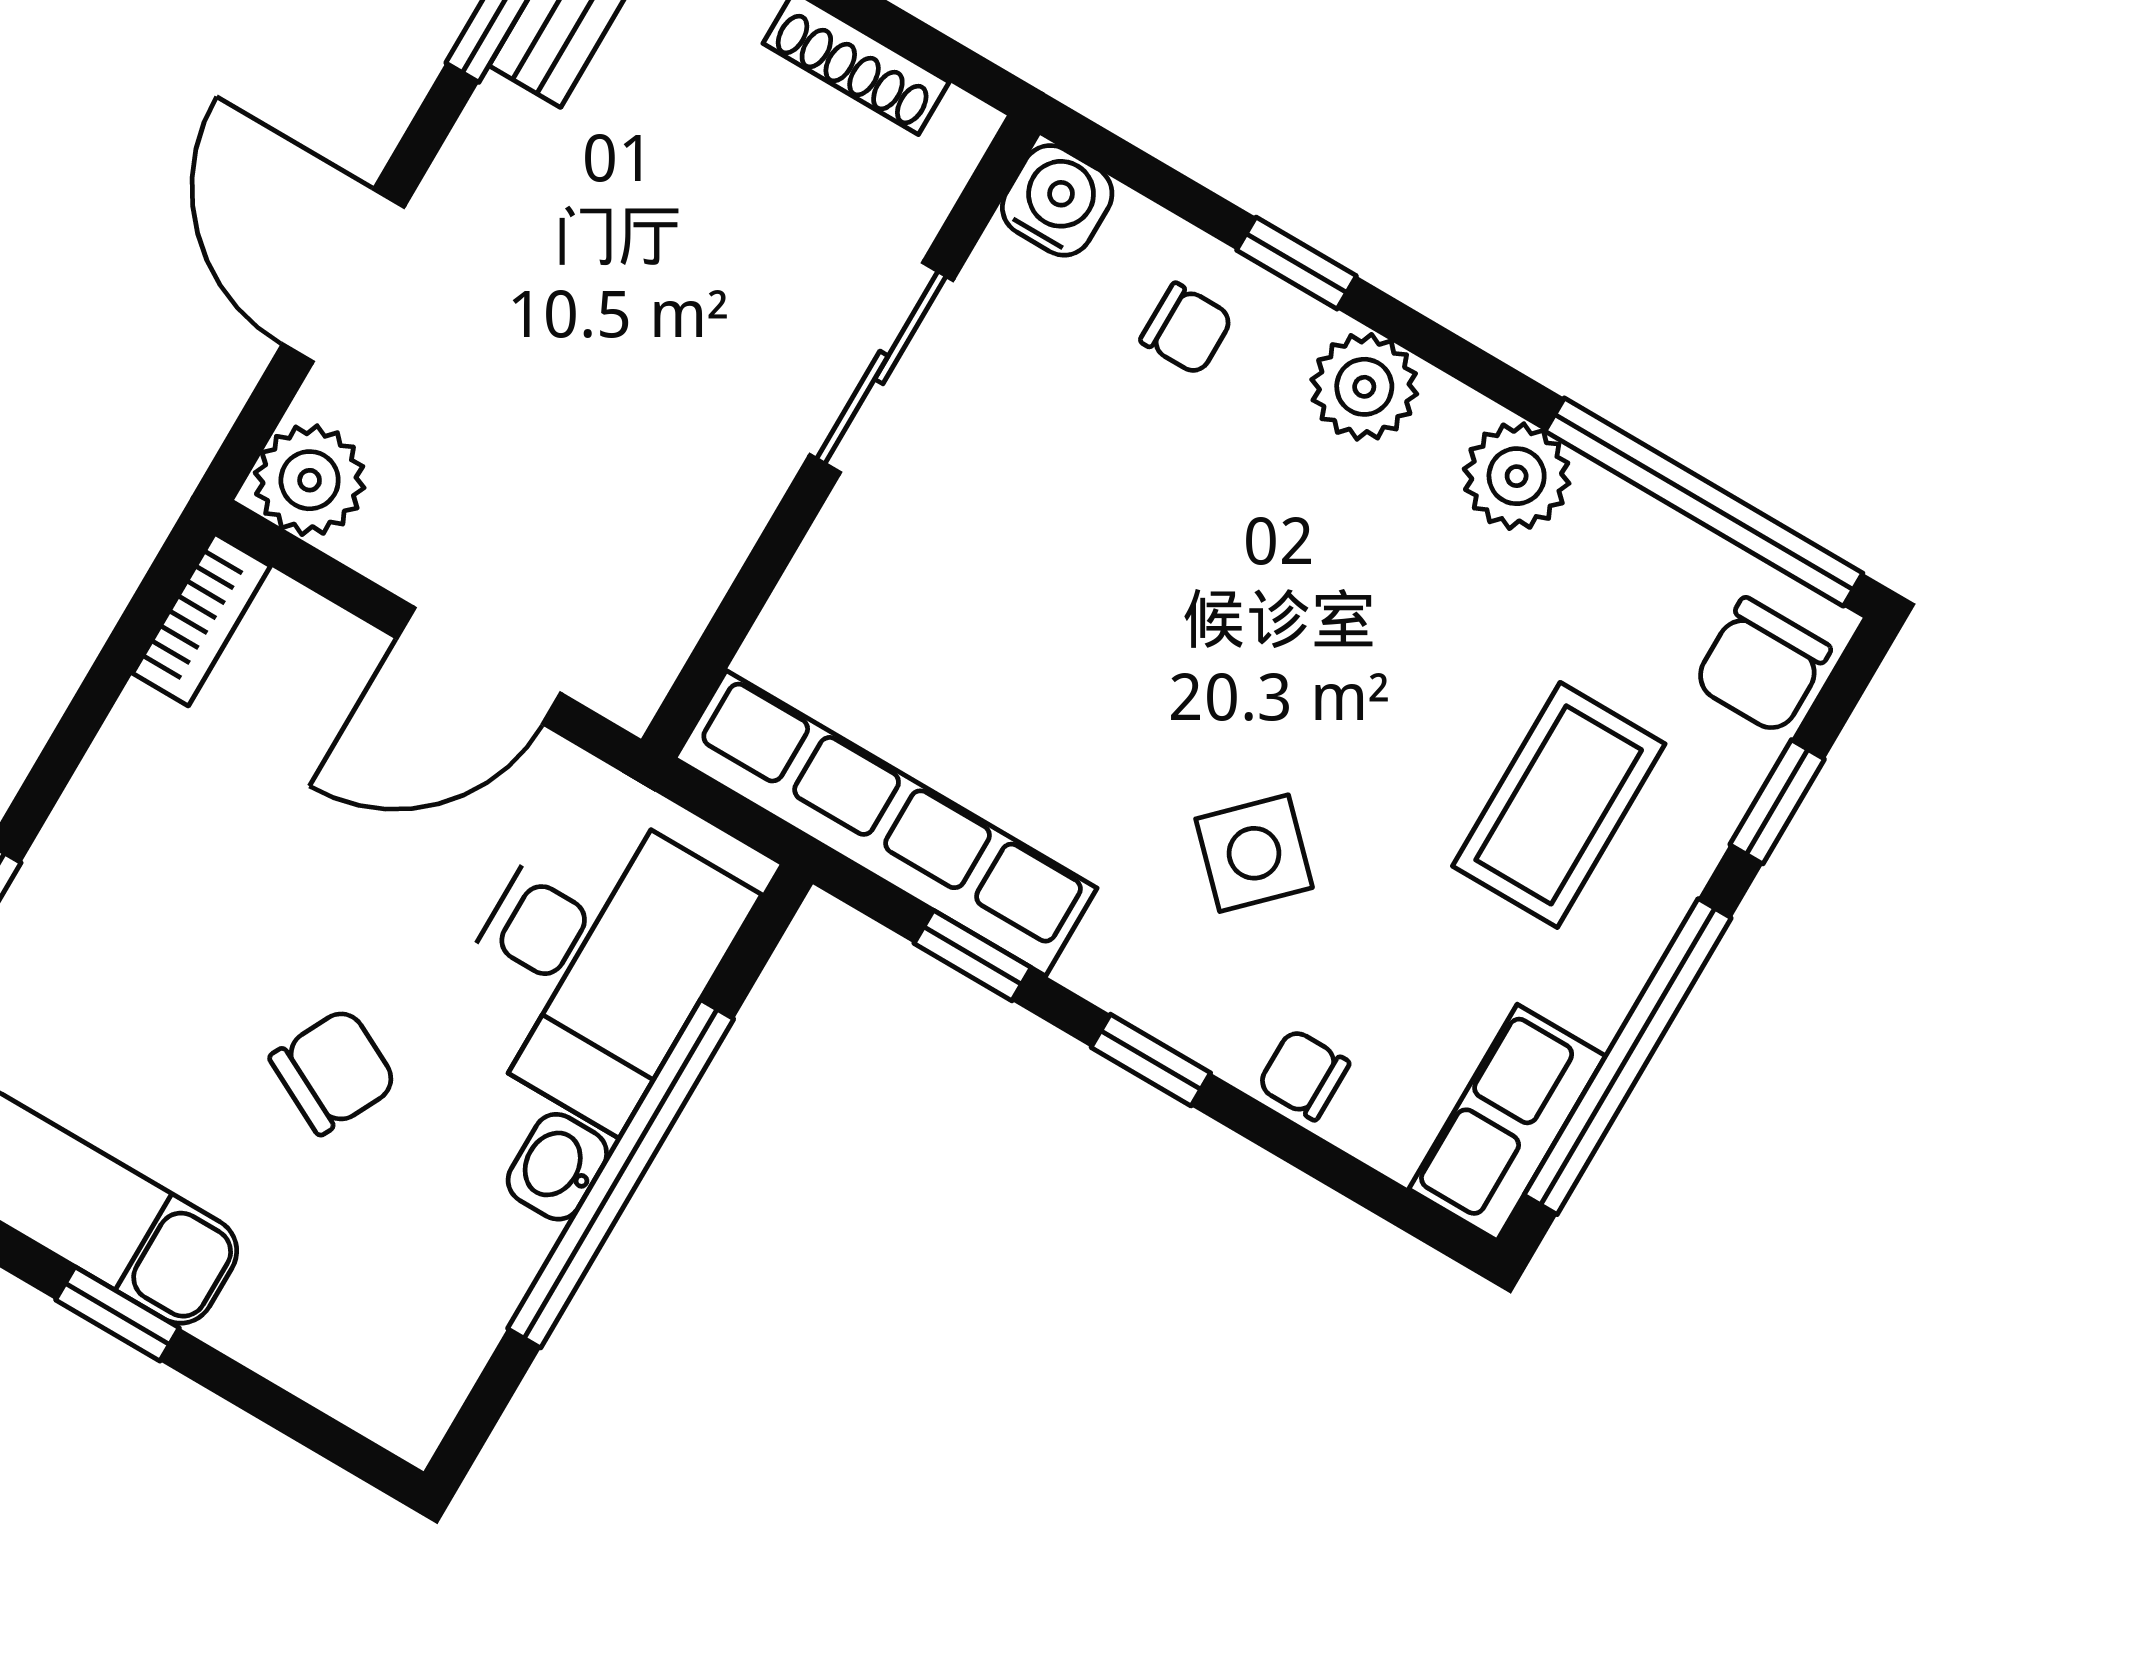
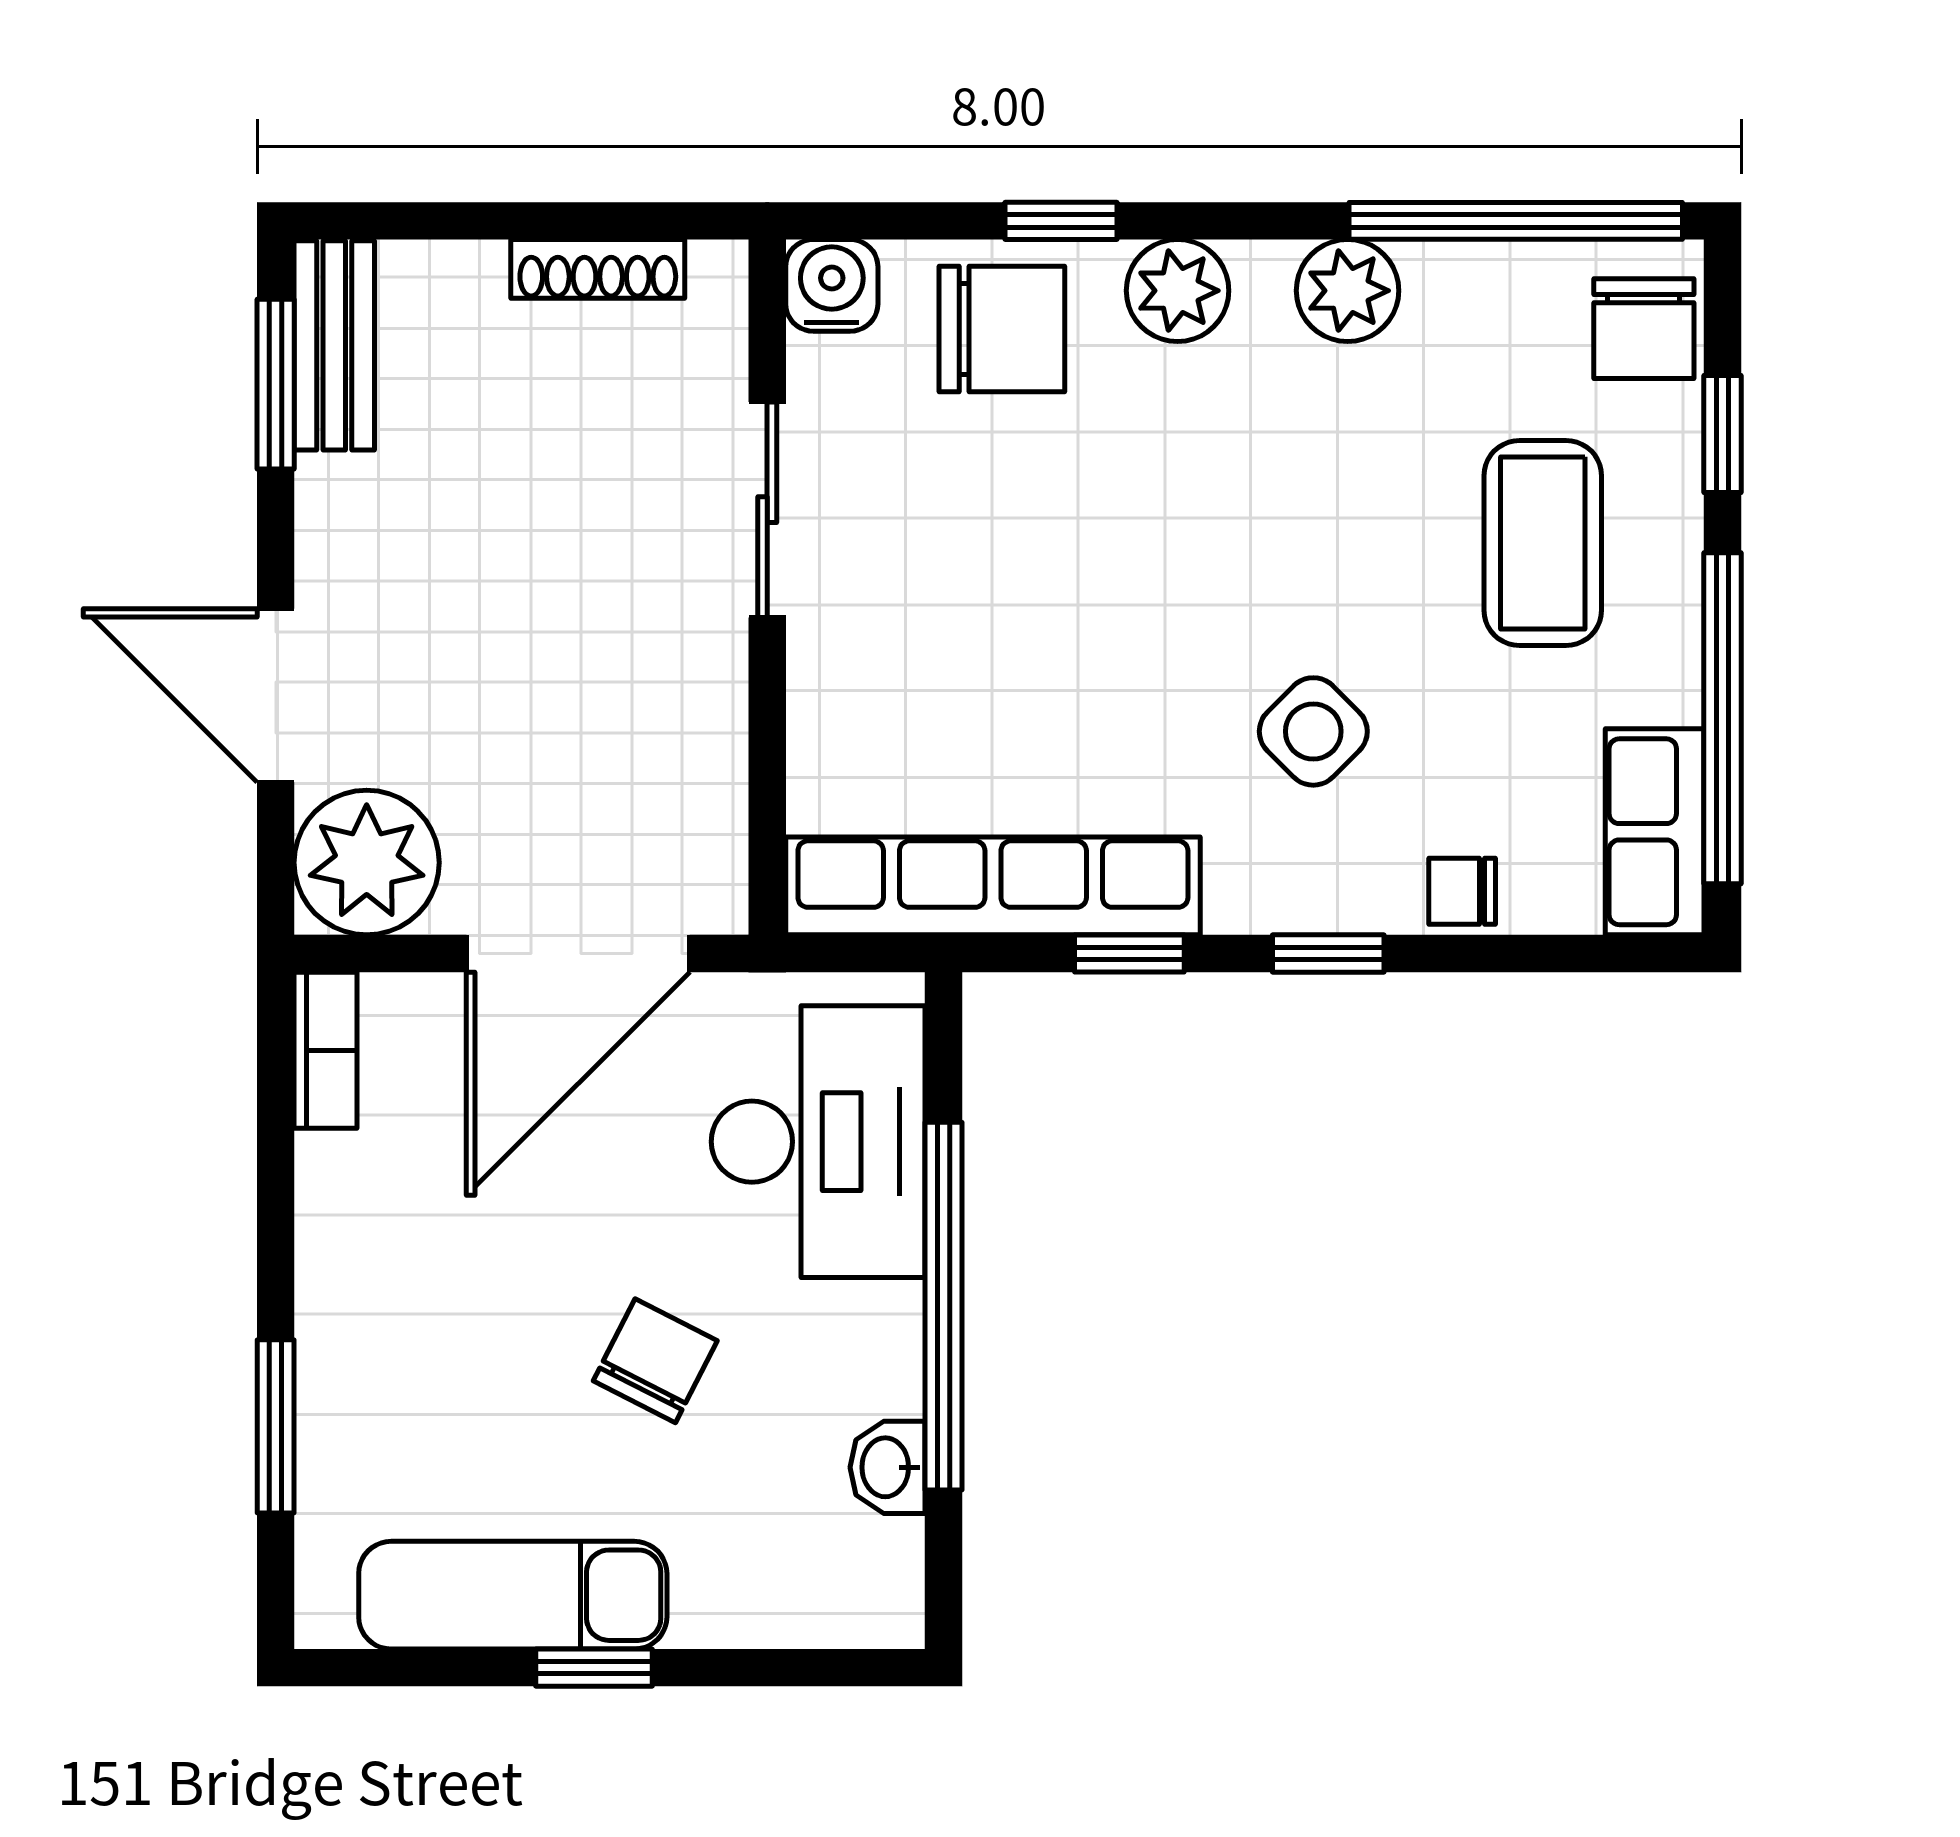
chair: (1187, 329) -> (1002, 329), width x1.87, depth x1.87
plant: (310, 480) -> (367, 863), width x1.36, depth x1.36
door: (479, 666) -> (578, 954), width x1.36
washbasin: (557, 1167) -> (888, 1467), moved

